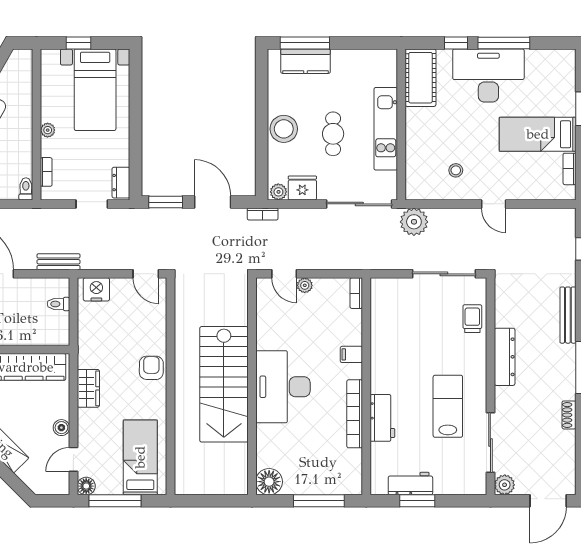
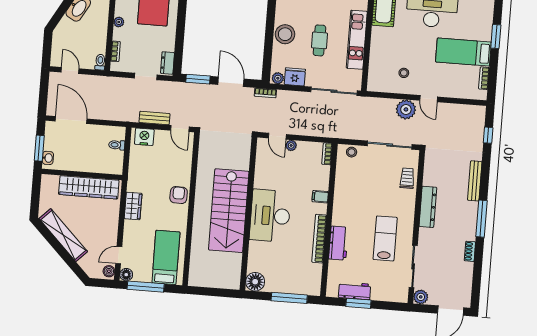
plant: (414, 222) -> (406, 109), moved
bench: (58, 262) -> (154, 118), moved
stool: (391, 288) -> (352, 152), added
boiler: (61, 428) -> (109, 271), moved

